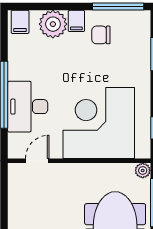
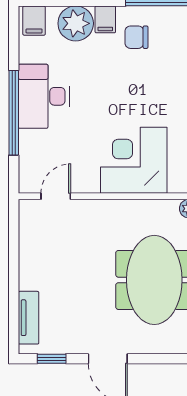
desk: (28, 107) -> (44, 96), moved
corner desk: (99, 123) -> (134, 160), width x0.74, depth x0.74

